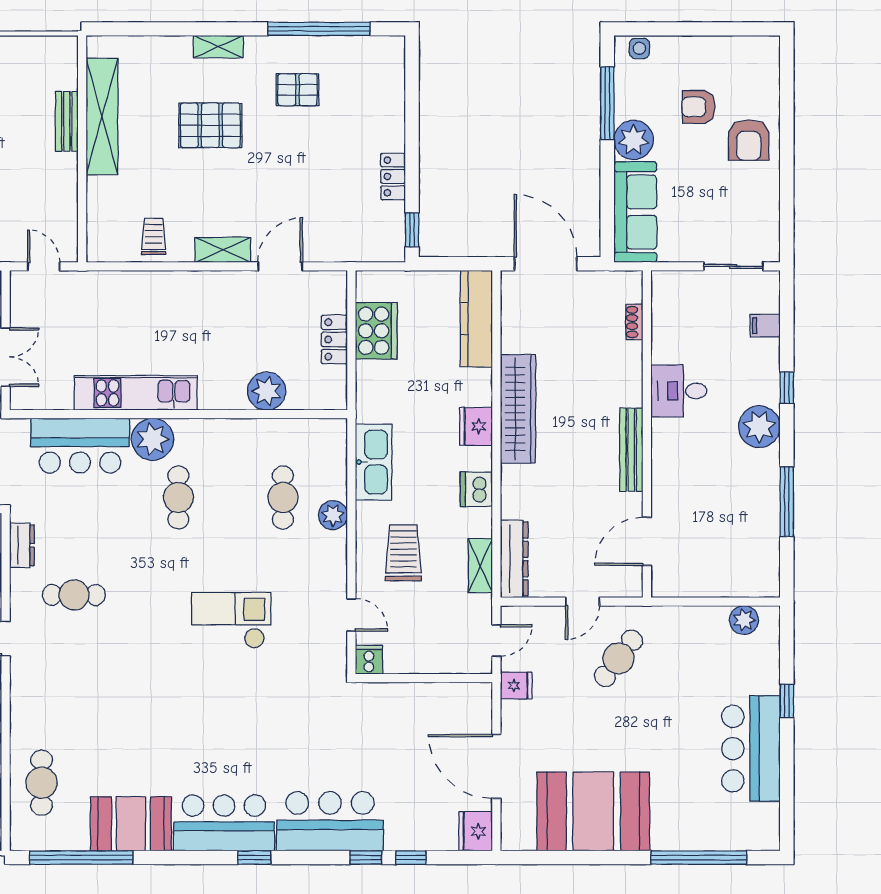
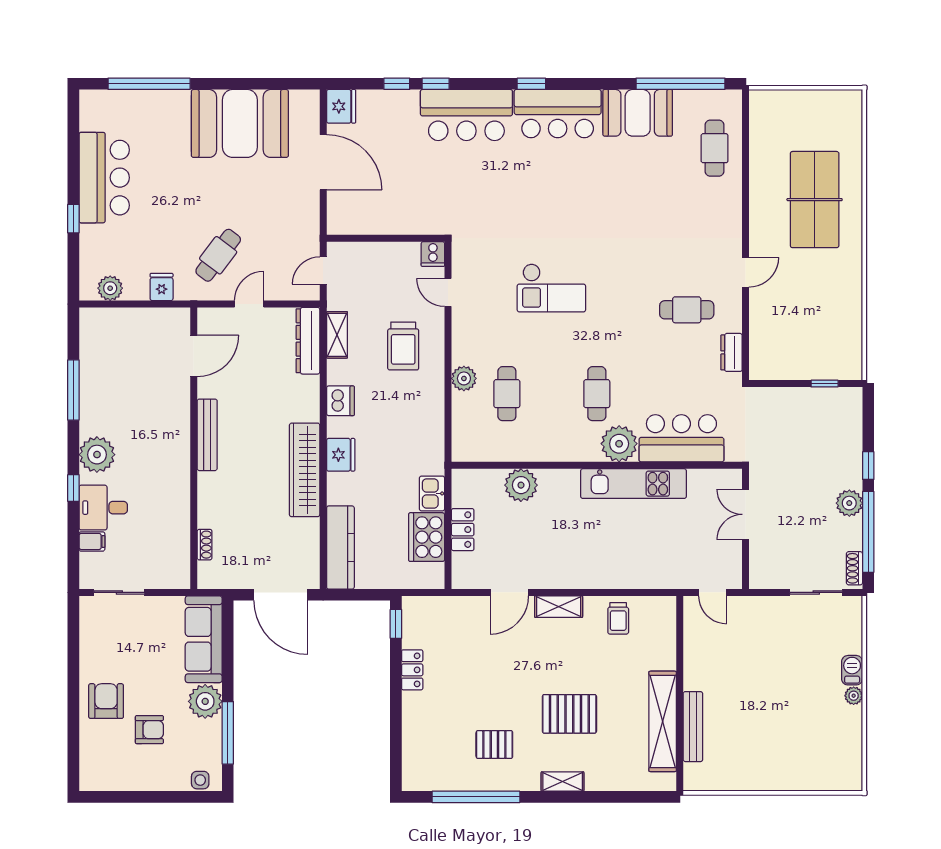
bench: (67, 121) -> (693, 727), width x1.36
desk: (679, 391) -> (103, 508), moved, turned 180
kitchen sink: (373, 462) -> (432, 493), moved, width x0.53, depth x0.81
fridge: (516, 686) -> (162, 287), moved, turned 90

